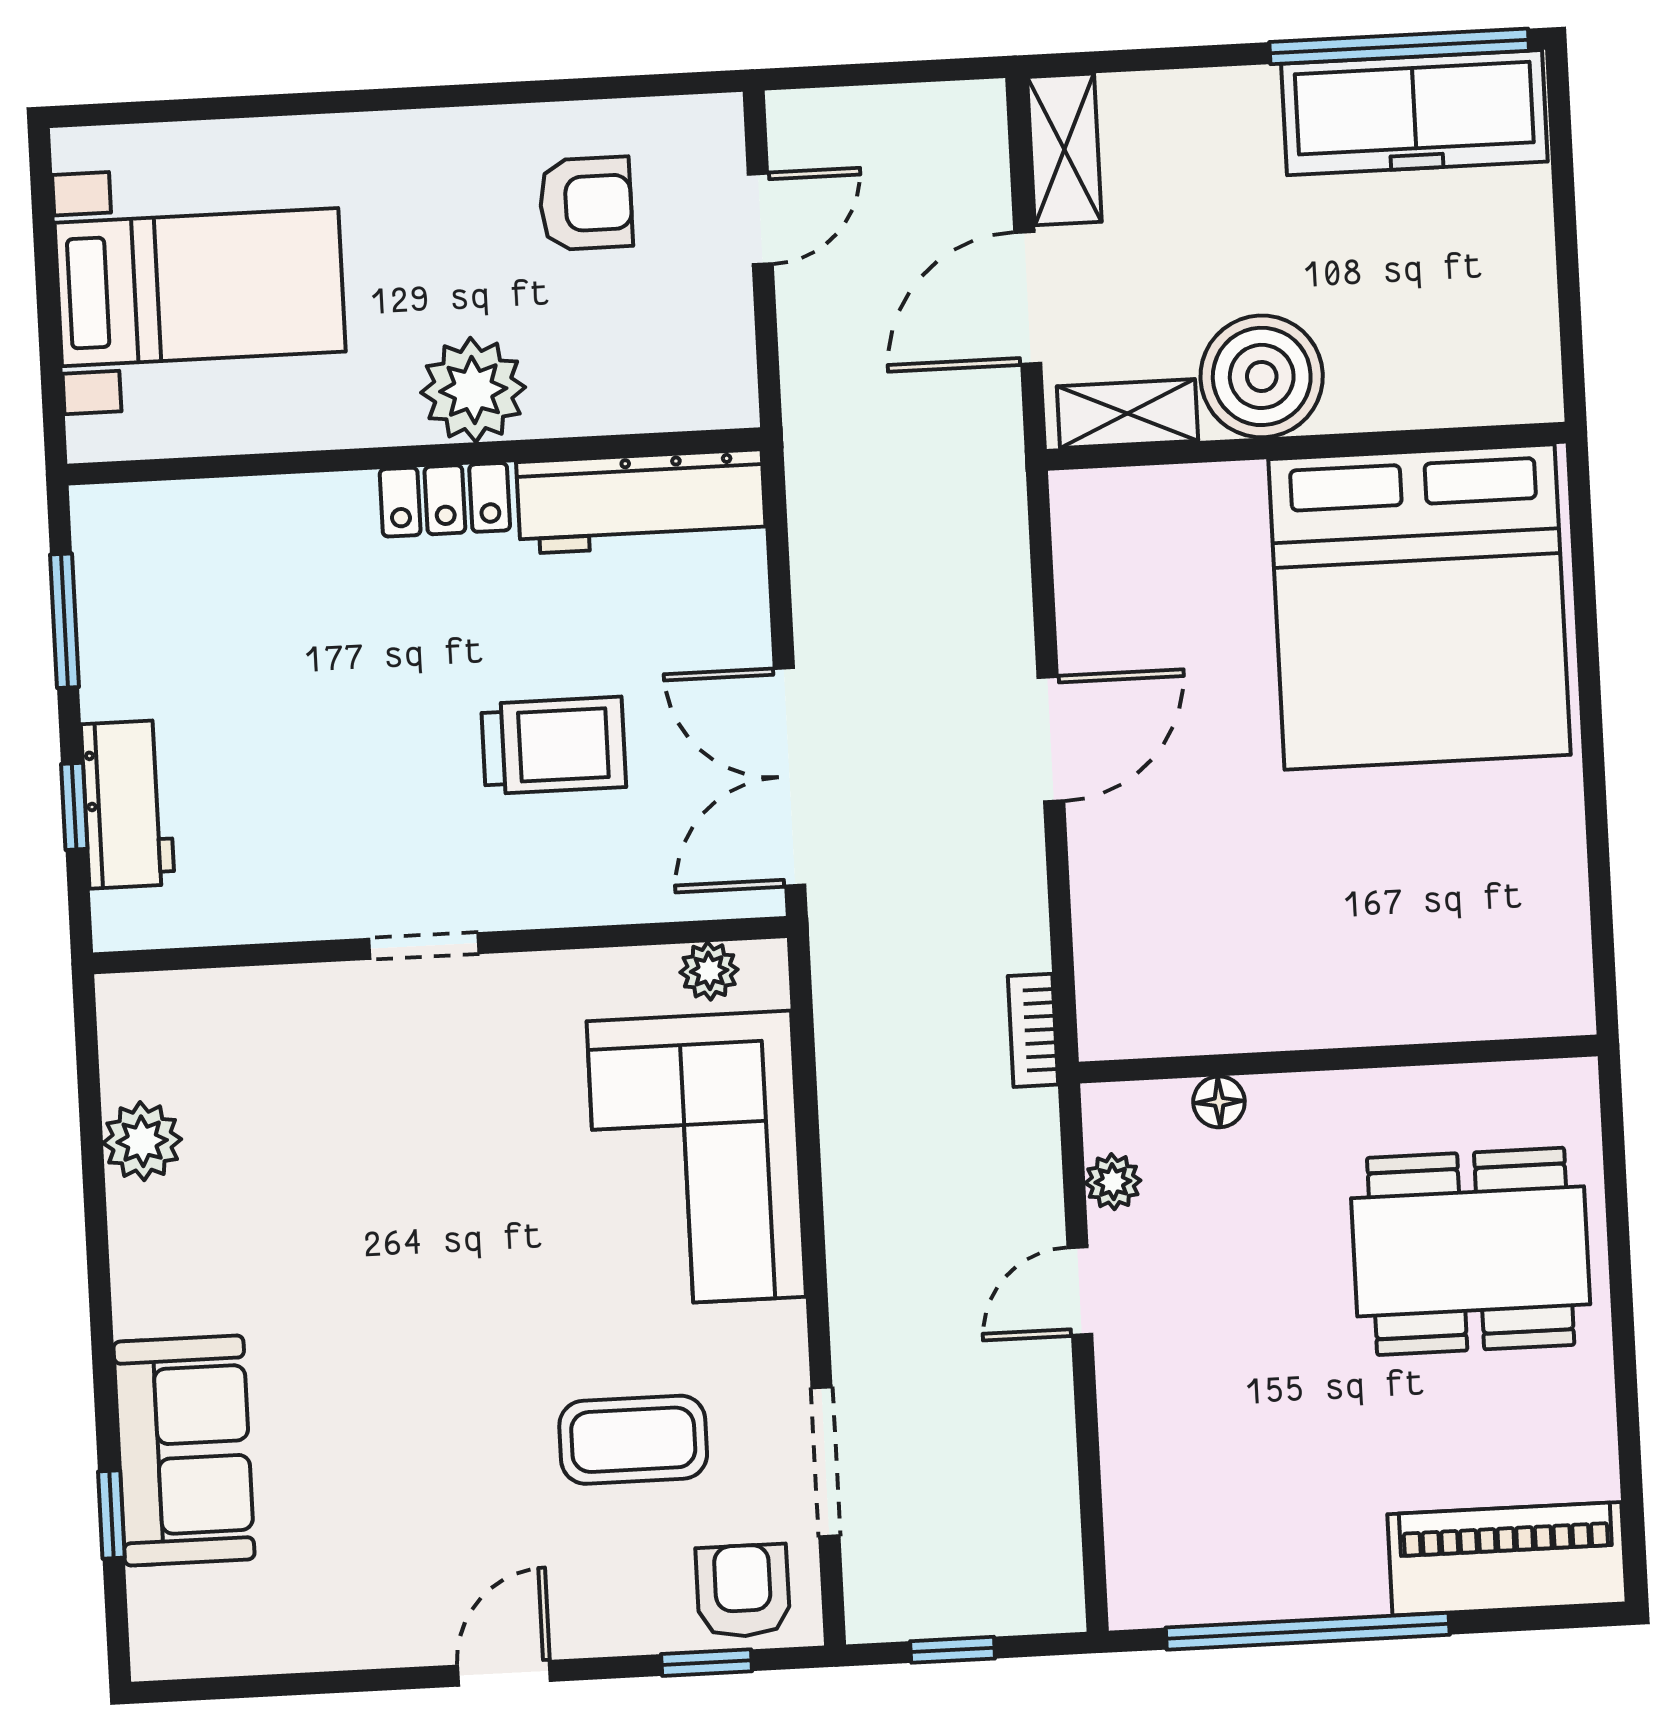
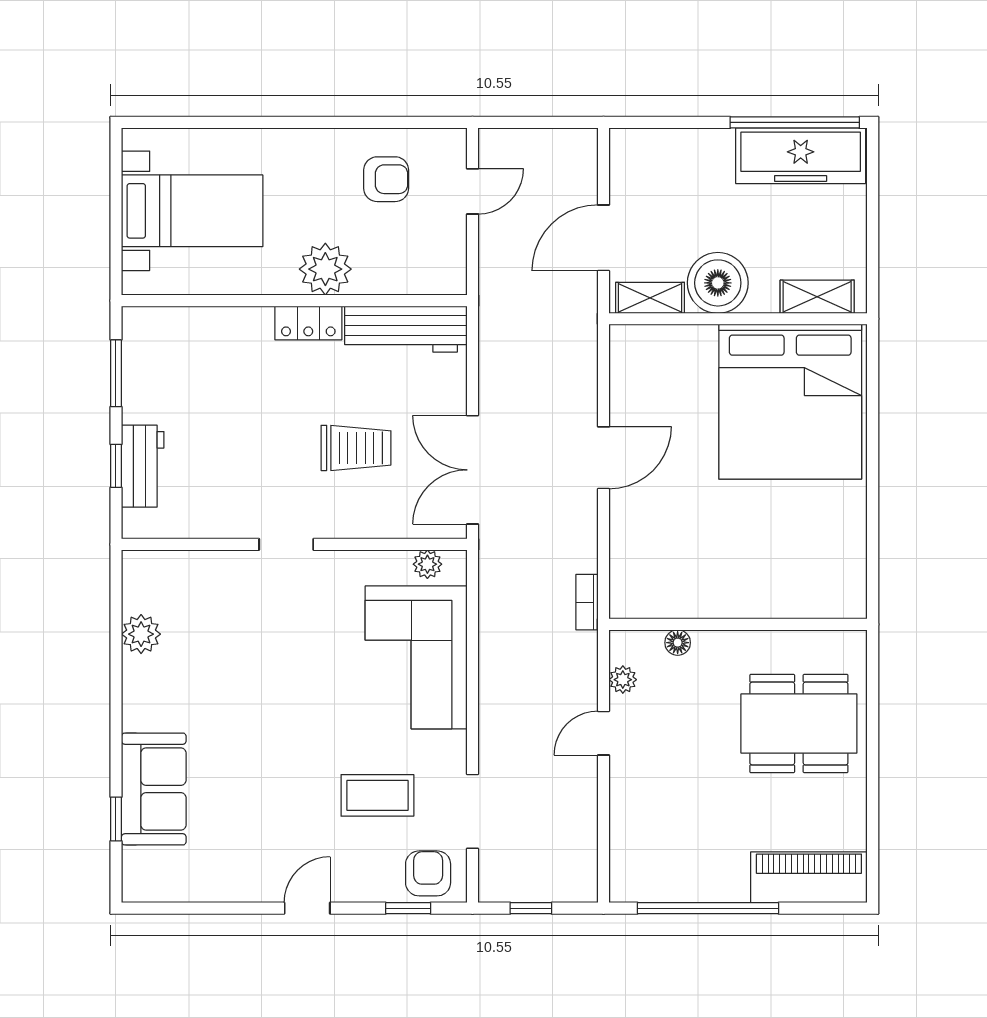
shelving: (1064, 149) -> (817, 297), moved, turned 90

